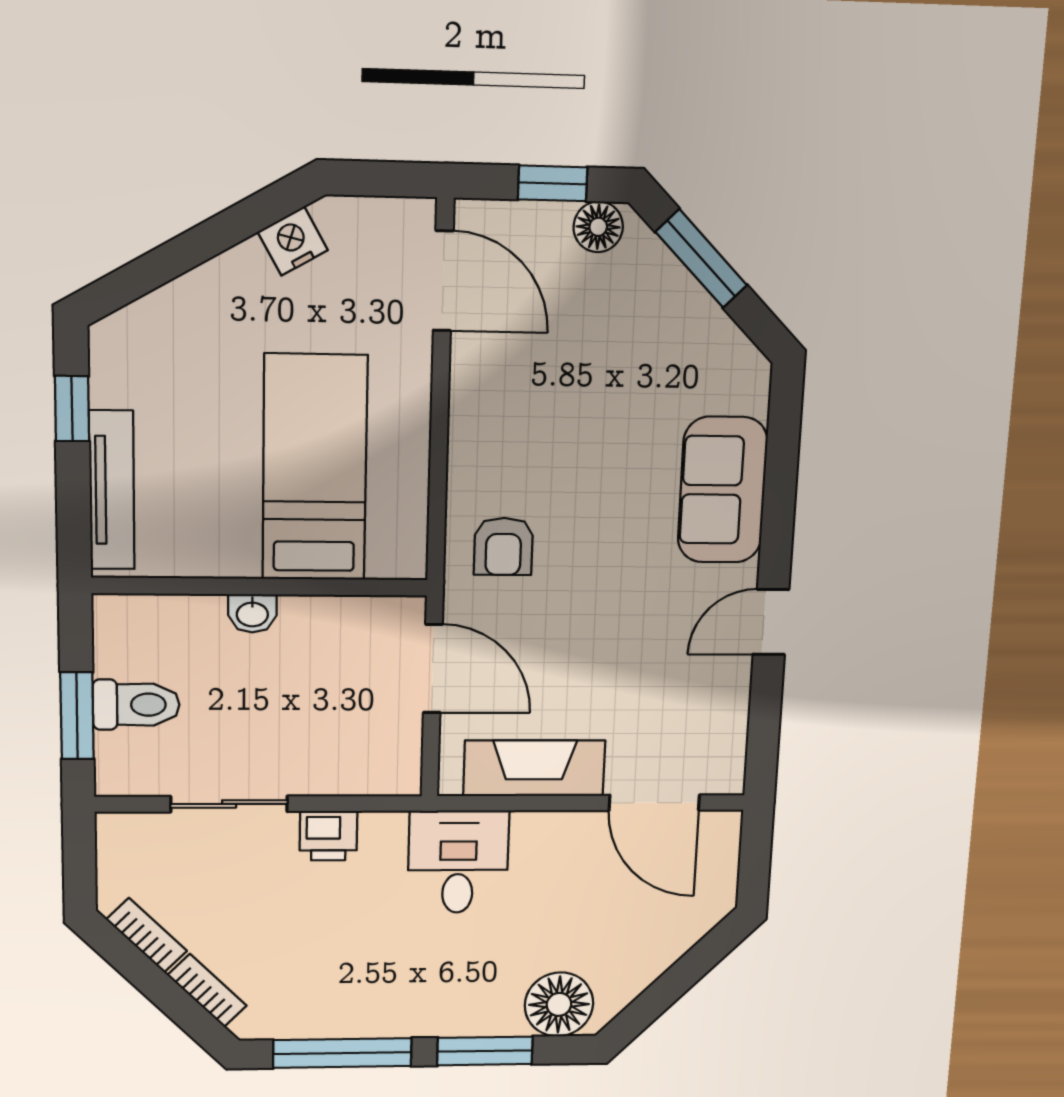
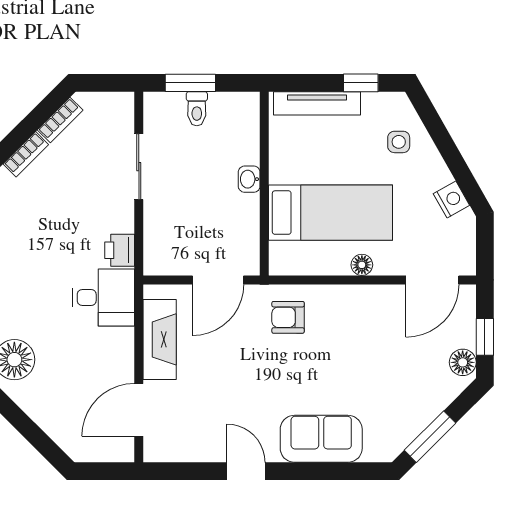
window: (701, 259) -> (430, 437), moved
side table: (183, 339) -> (399, 142), added
floor lamp: (412, 412) -> (362, 265), added
toilet: (136, 705) -> (197, 109), width x0.73, depth x0.72
printer: (328, 836) -> (120, 250), moved

